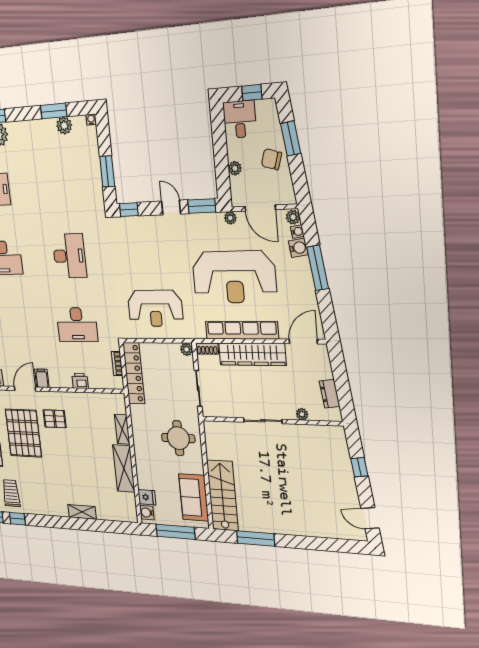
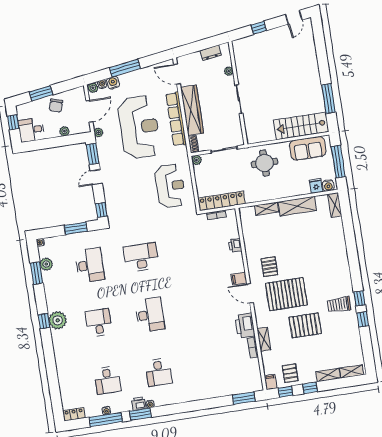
desk: (77, 325) -> (90, 265), moved
shelving: (82, 512) -> (335, 205), moved

